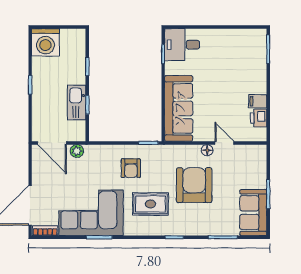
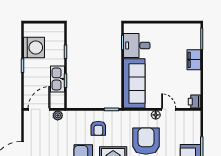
washing machine: (45, 42) -> (34, 47), moved, turned -90
desk: (182, 45) -> (137, 46), moved
filing cabinet: (258, 101) -> (194, 60), moved, width x2.00
printer: (259, 118) -> (194, 102), moved
door: (52, 143) -> (39, 109), swing flipped

